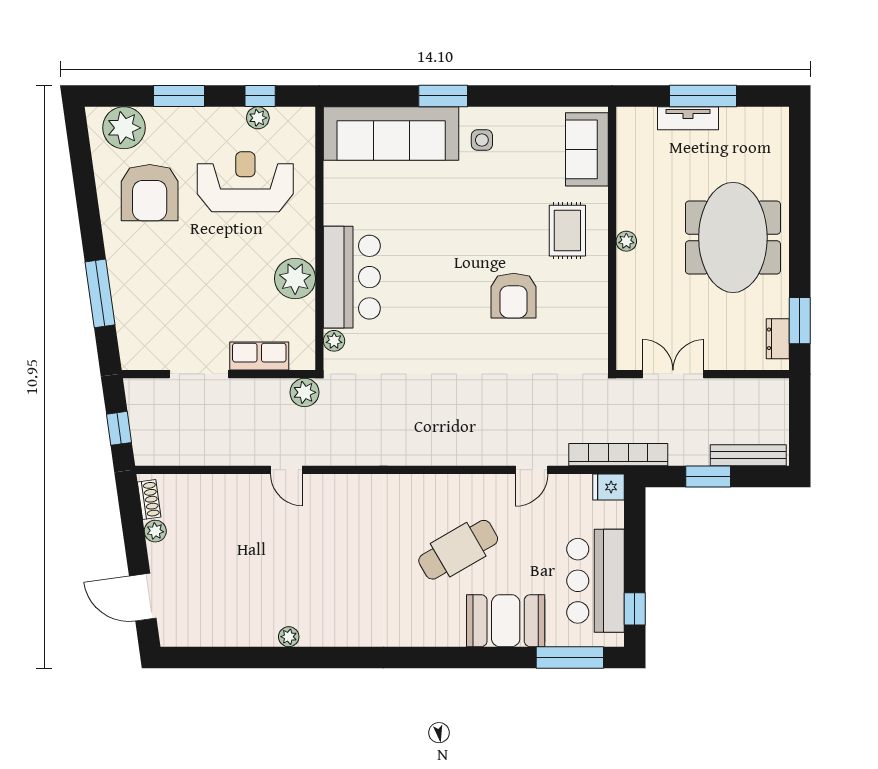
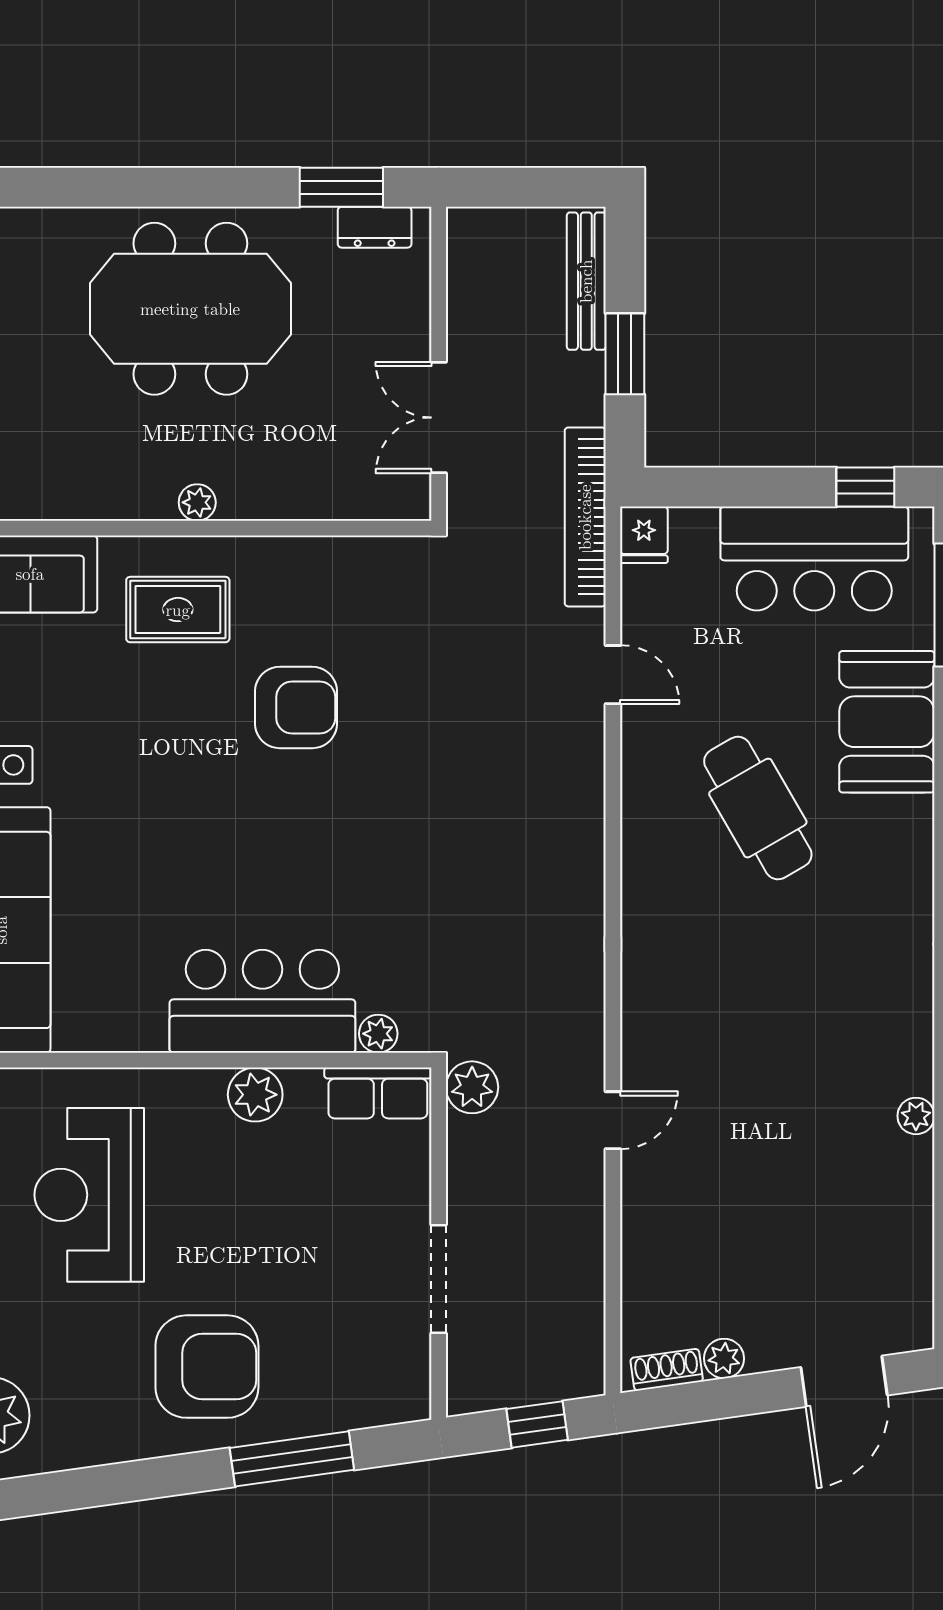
armchair: (150, 193) -> (207, 1367), moved
plant: (295, 279) -> (255, 1095), width x0.73, depth x0.73
row of seats: (259, 356) -> (378, 1093), moved, turned -90

